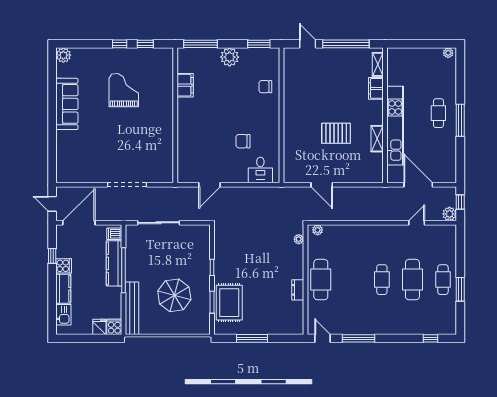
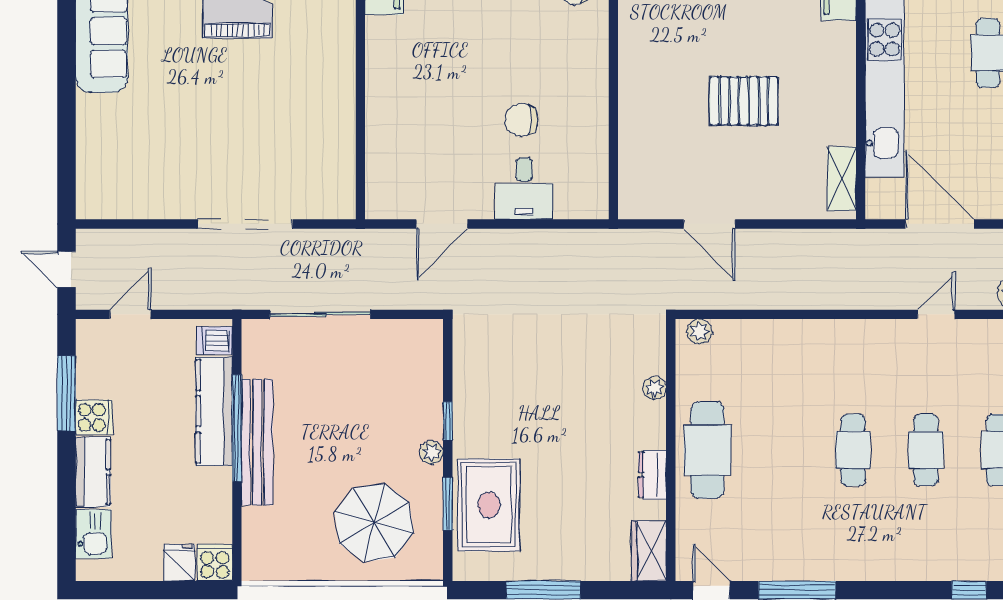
shelving: (377, 139) -> (842, 179), moved
desk: (260, 170) -> (524, 189), moved
door: (79, 223) -> (130, 314), width x0.53
plant: (299, 239) -> (655, 388), moved
window: (52, 256) -> (67, 393), width x2.17
cafe table: (412, 280) -> (926, 450), width x0.73, depth x0.74
plant: (205, 281) -> (431, 453), added
parasol: (174, 295) -> (374, 523), moved
bench: (132, 308) -> (257, 442), moved
wardrobe: (296, 322) -> (649, 551), added

